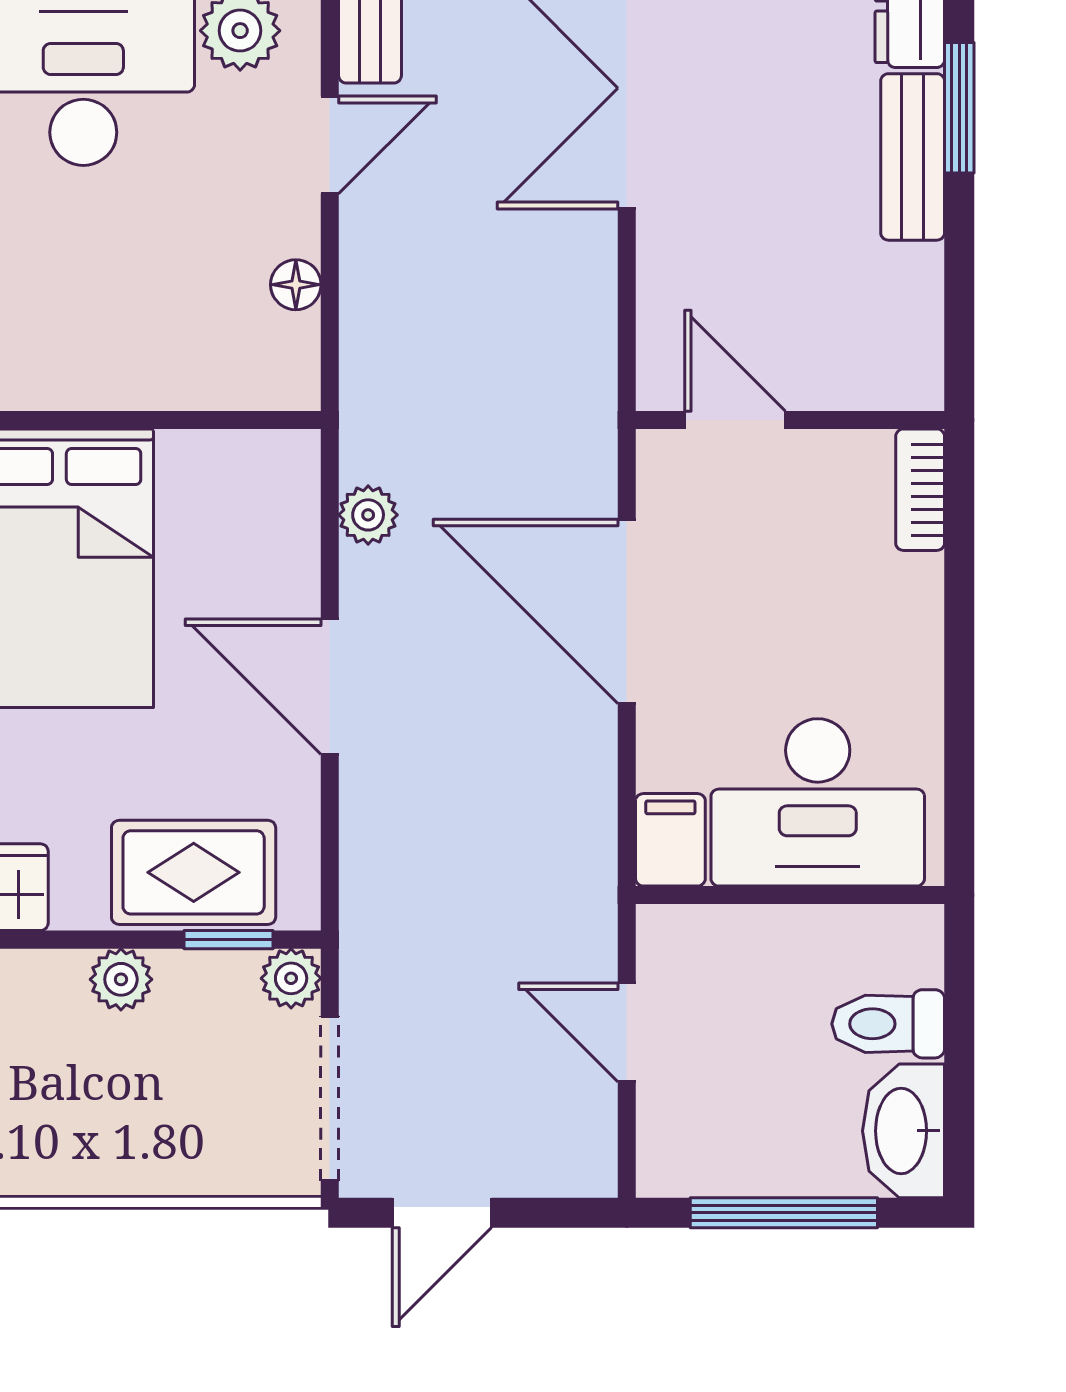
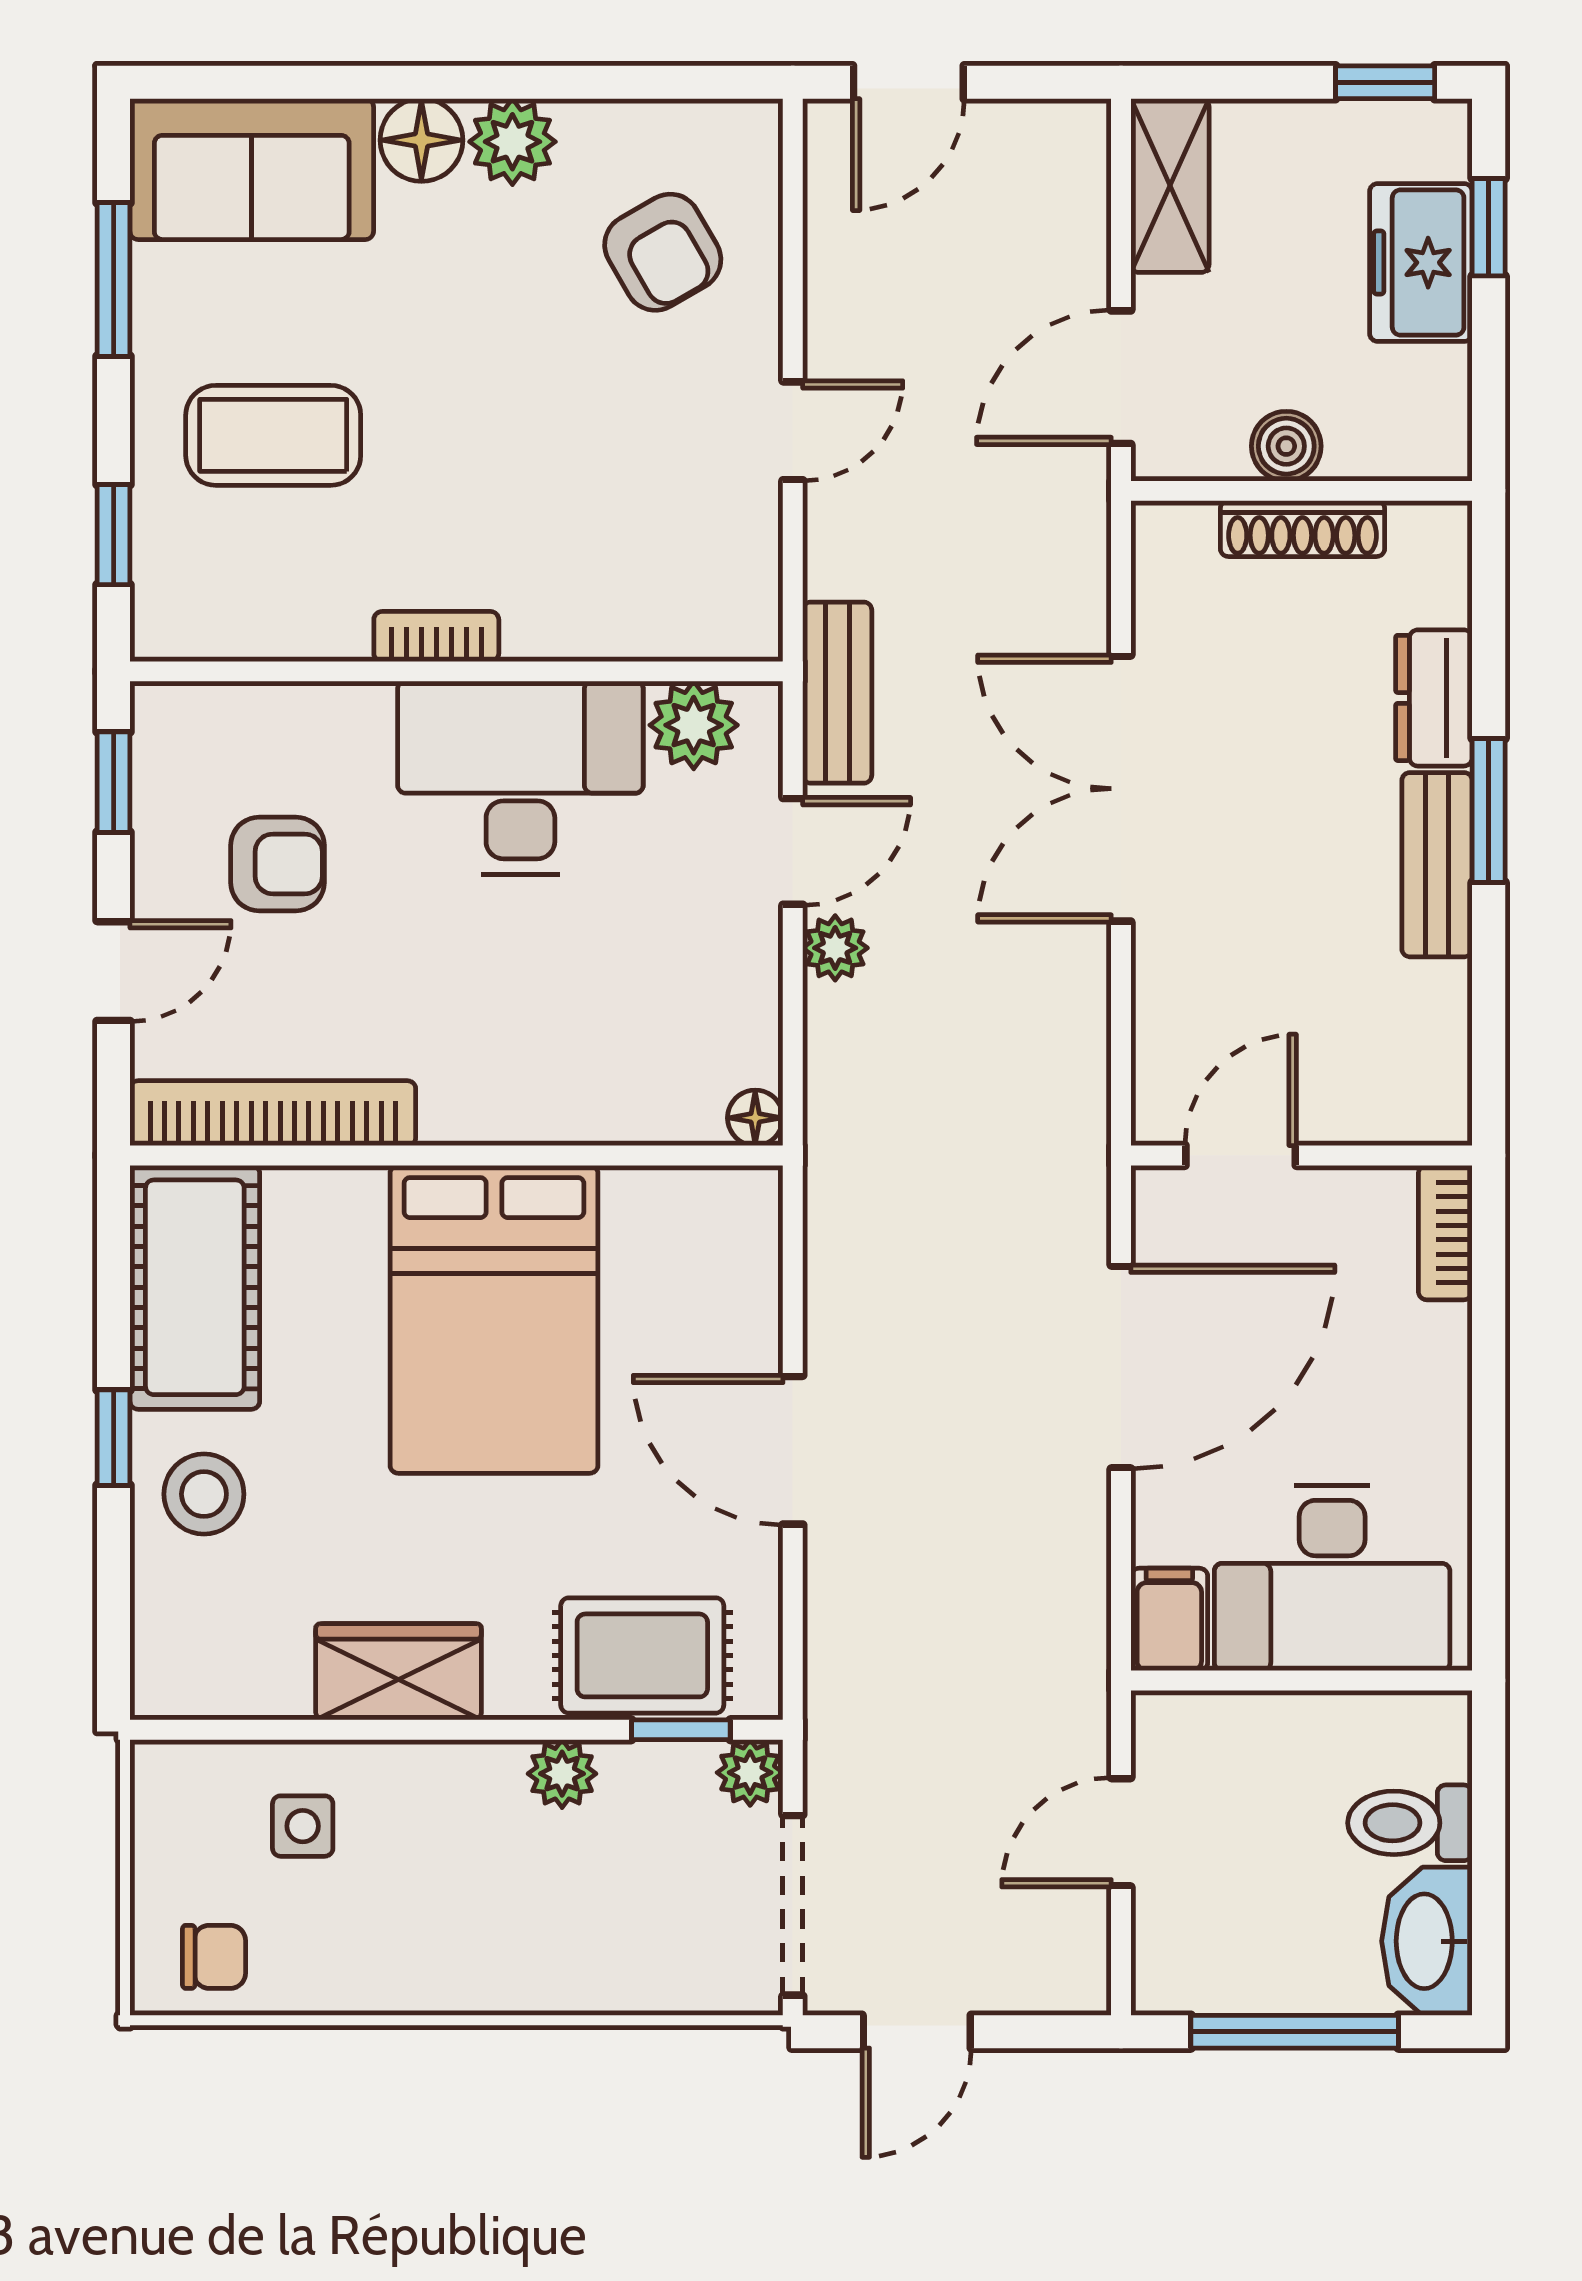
floor lamp: (296, 285) -> (755, 1118), moved
door: (735, 420) -> (1241, 1155), hinge flipped
plant: (368, 515) -> (835, 948), moved
door: (627, 611) -> (1121, 1367), swing flipped
door: (627, 1032) -> (1121, 1832), hinge flipped

